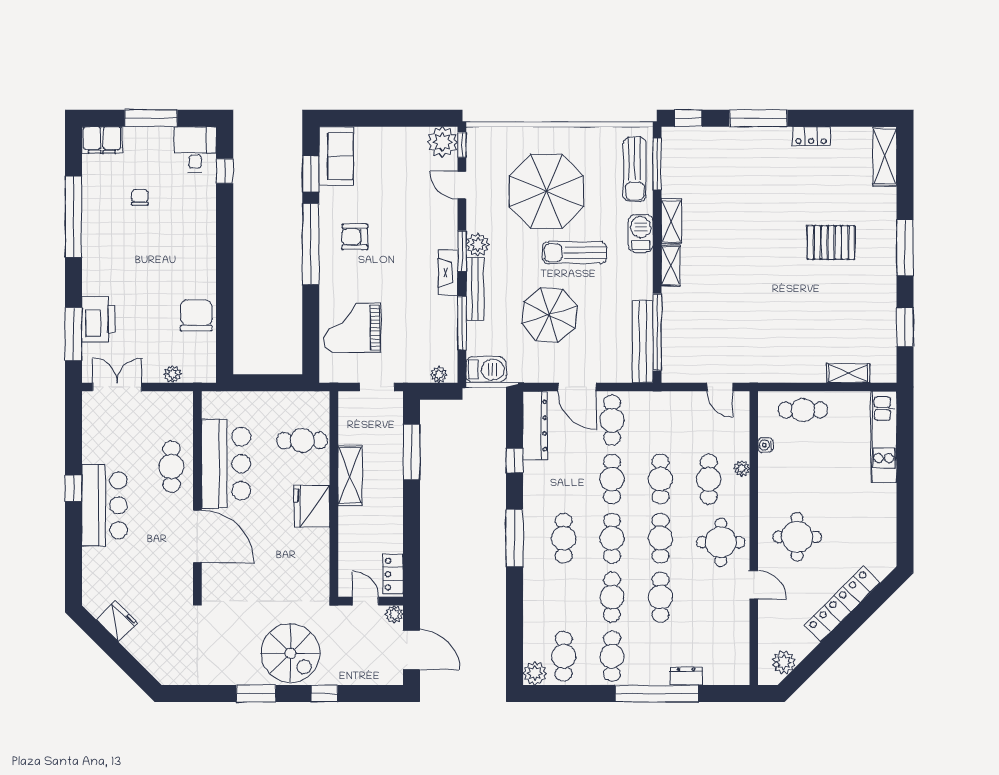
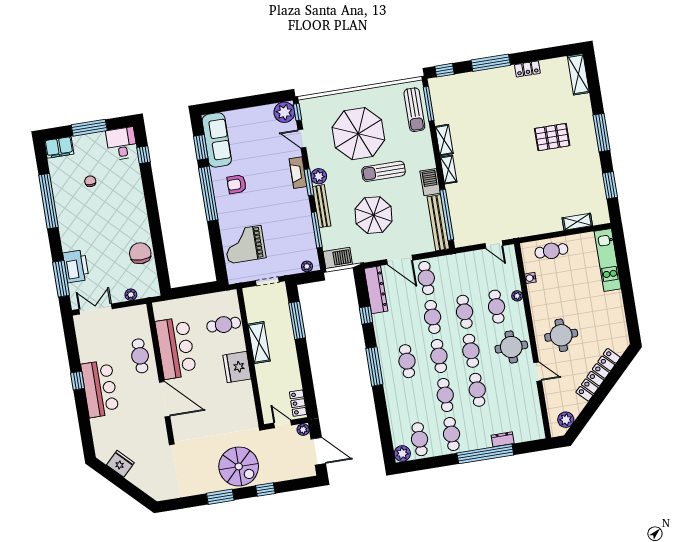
sofa: (336, 156) -> (217, 140), width x1.36
barbecue: (641, 233) -> (430, 182), moved
fireplace: (448, 272) -> (298, 173), moved

